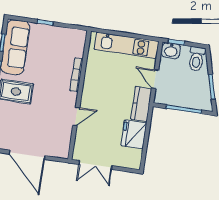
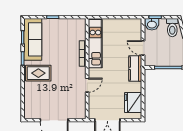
kitchen unit: (127, 45) -> (95, 44), moved, turned -90
fridge: (134, 134) -> (133, 103), moved

